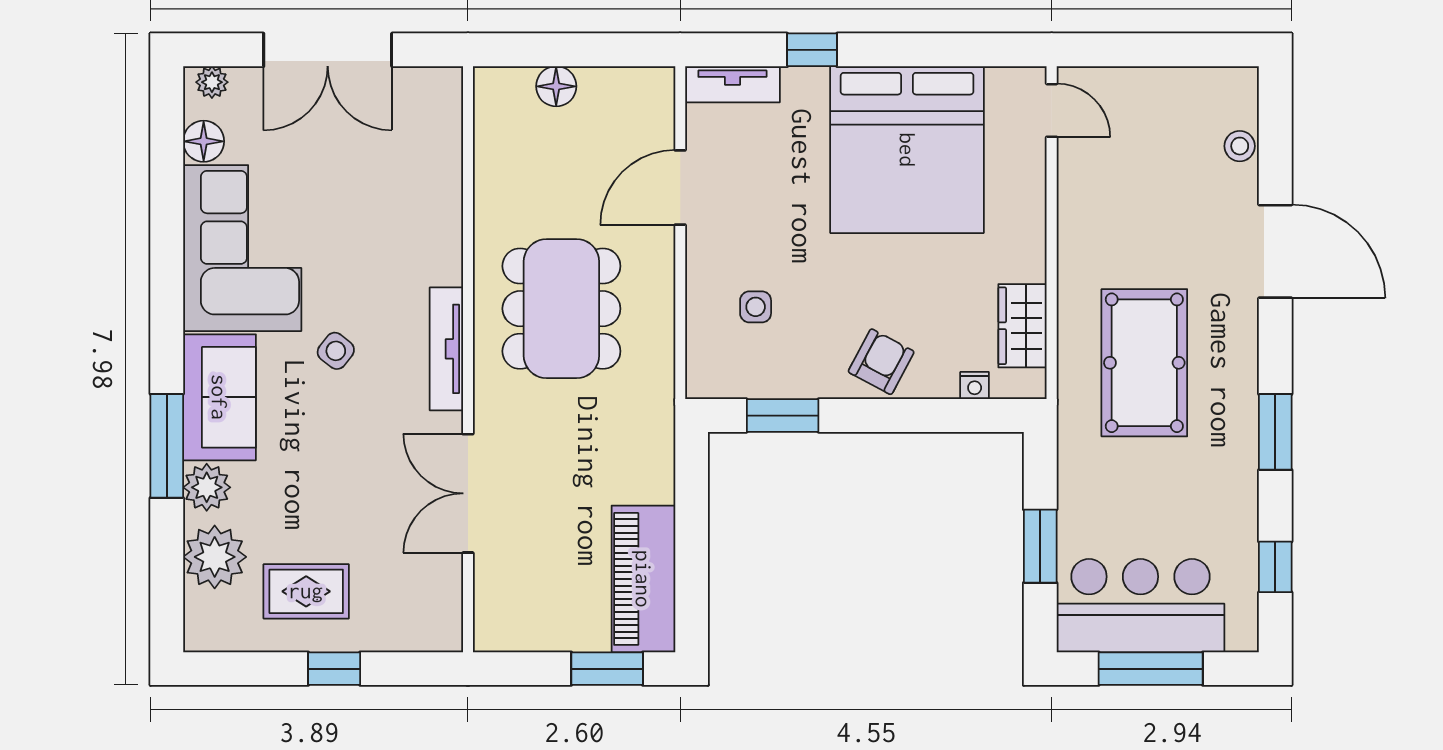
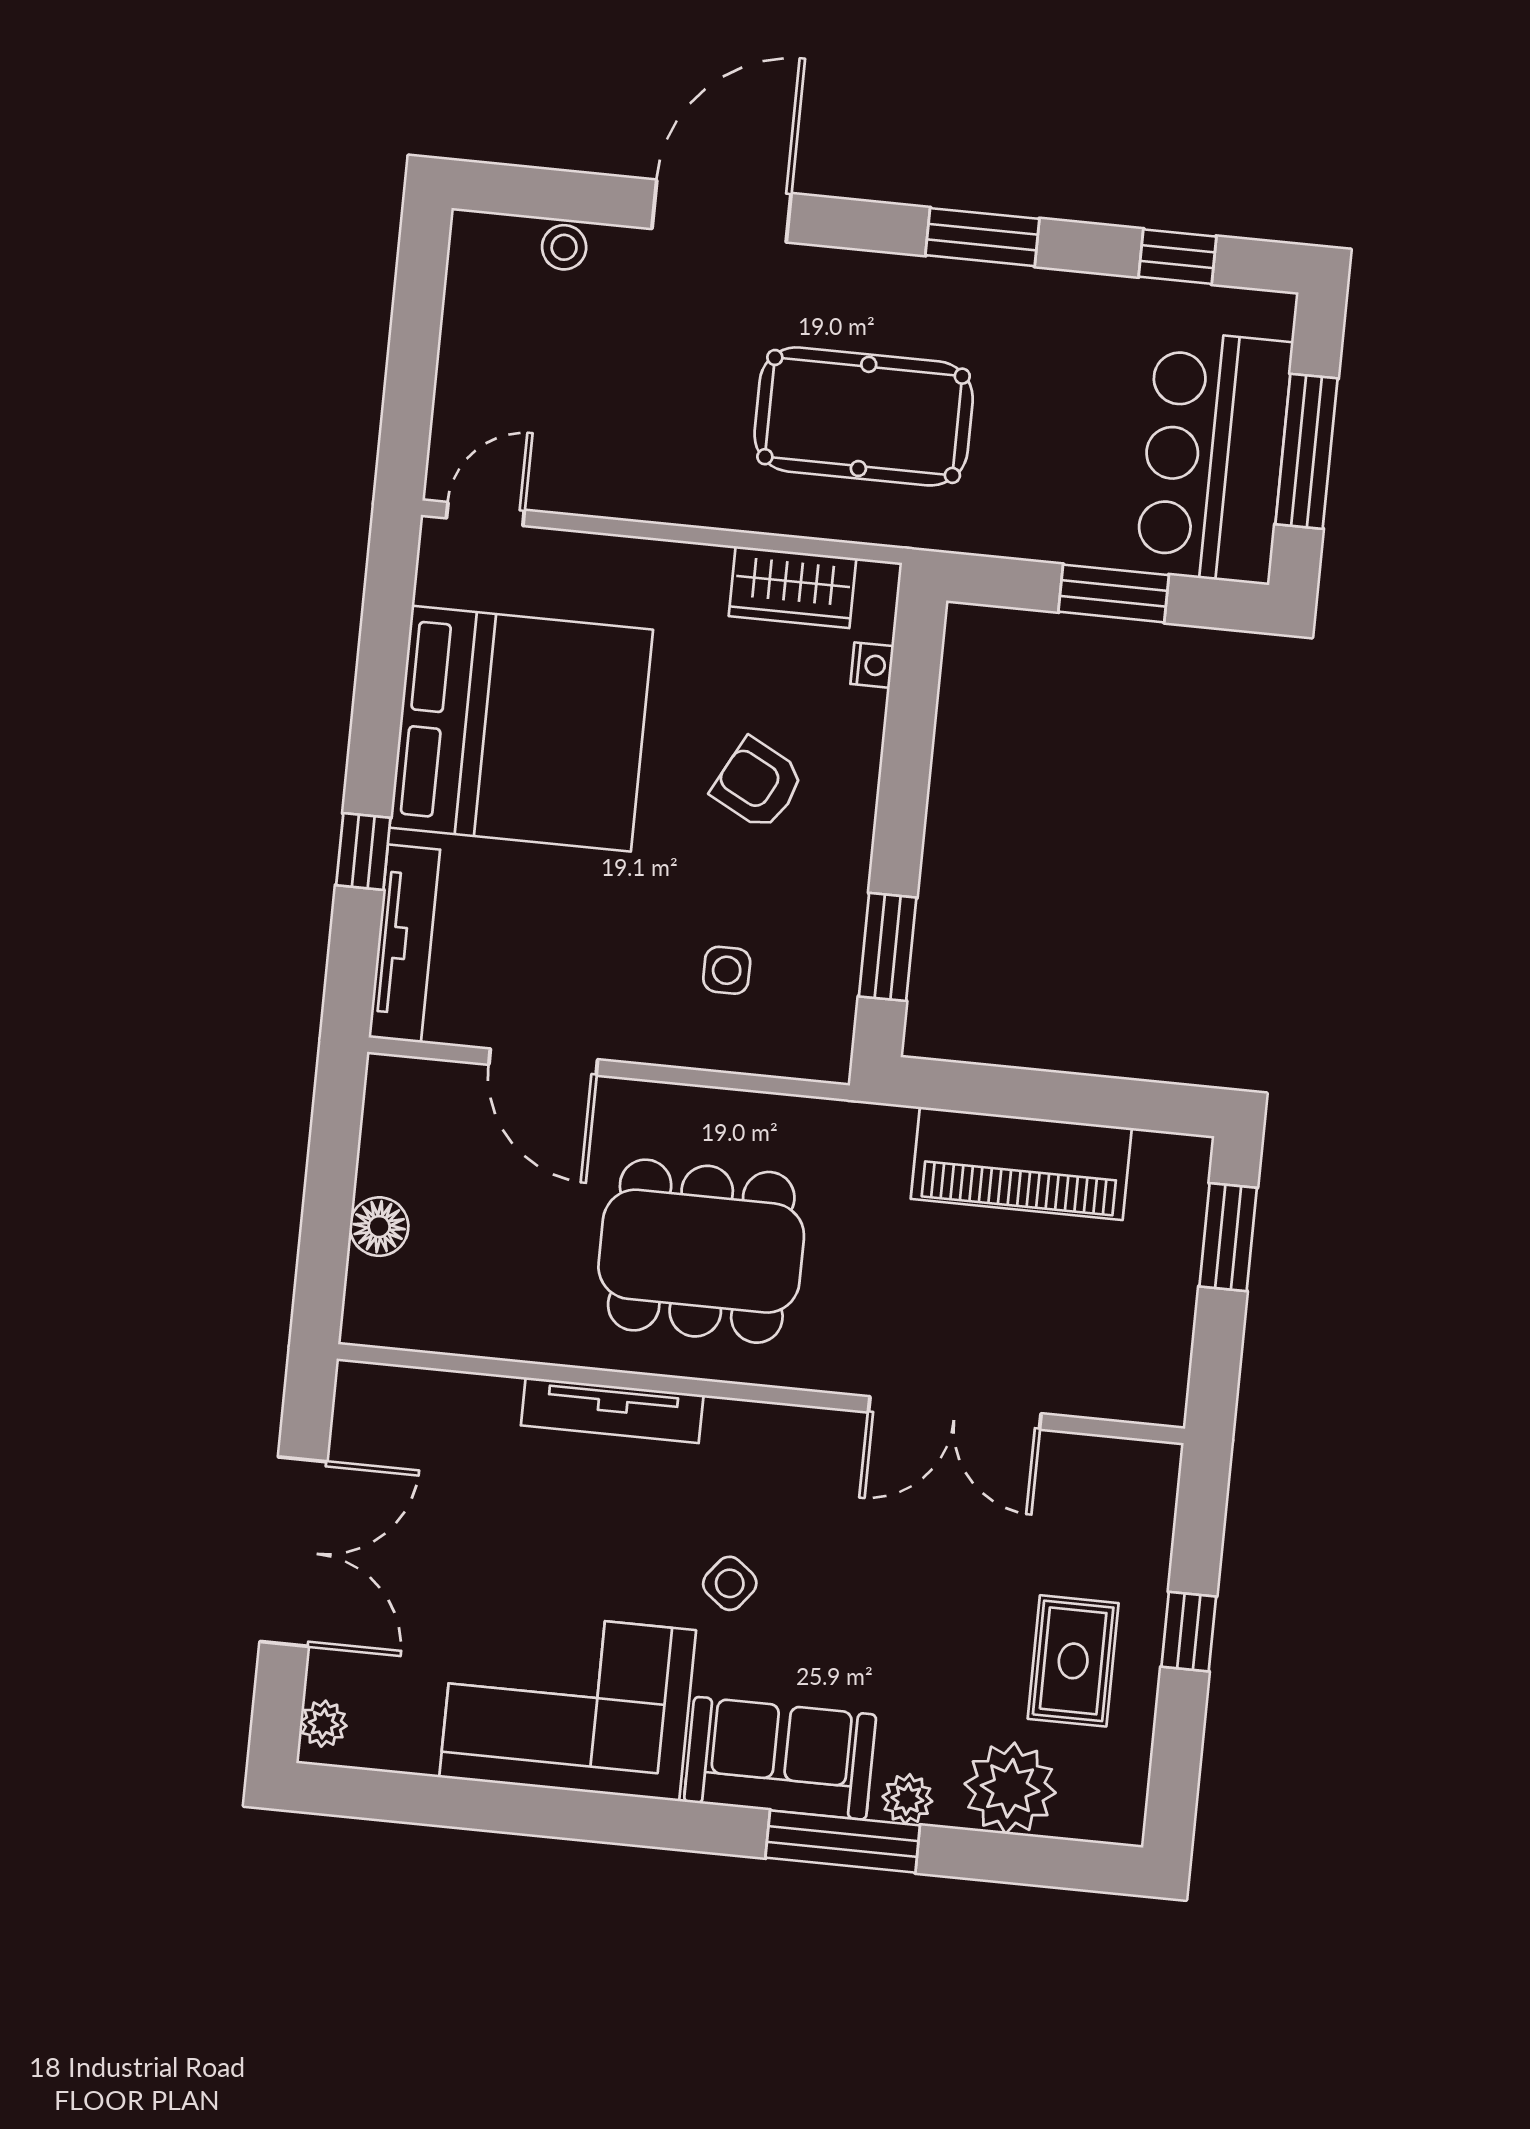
tv unit: (732, 84) -> (404, 943), width x1.41
floor lamp: (204, 141) -> (408, 1744), removed
tv unit: (446, 349) -> (612, 1410), moved
armchair: (881, 362) -> (758, 784), moved
plant: (207, 487) -> (907, 1799), width x0.73, depth x0.73
piano: (643, 579) -> (1021, 1163), moved

